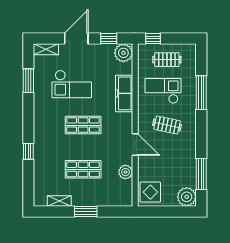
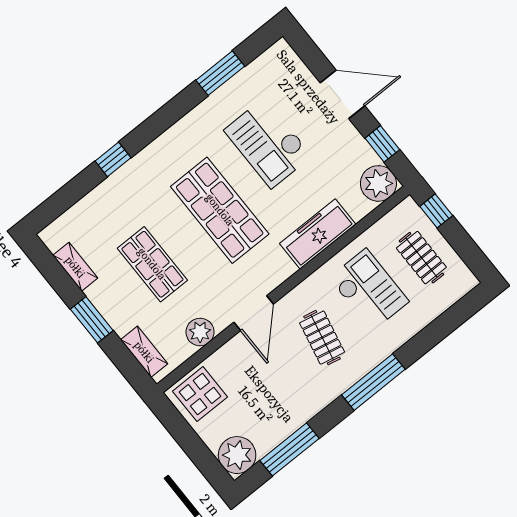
shelving: (46, 49) -> (144, 352), moved
window: (201, 93) -> (373, 382), moved
shop shelf: (83, 125) -> (220, 210), width x1.43, depth x1.36

